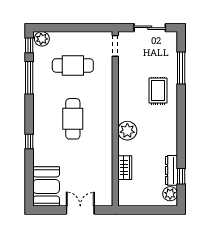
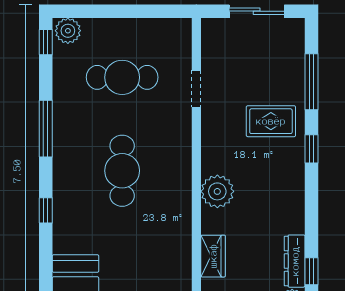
doorway: (115, 46) -> (196, 89), moved
window: (29, 78) -> (46, 129), moved
rug: (158, 91) -> (271, 121), turned 90
window: (181, 106) -> (312, 149), added

